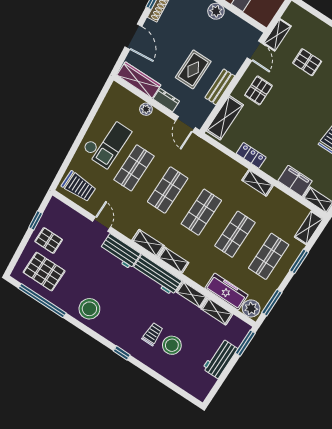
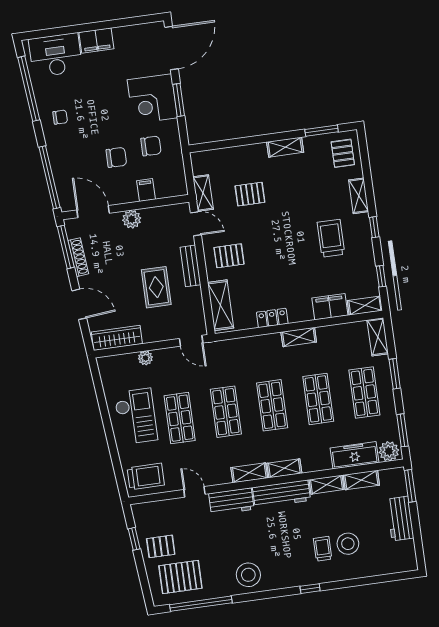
bench: (220, 87) -> (190, 266), moved
pallet: (258, 90) -> (229, 256), turned 90
dresser: (166, 100) -> (156, 334), removed

